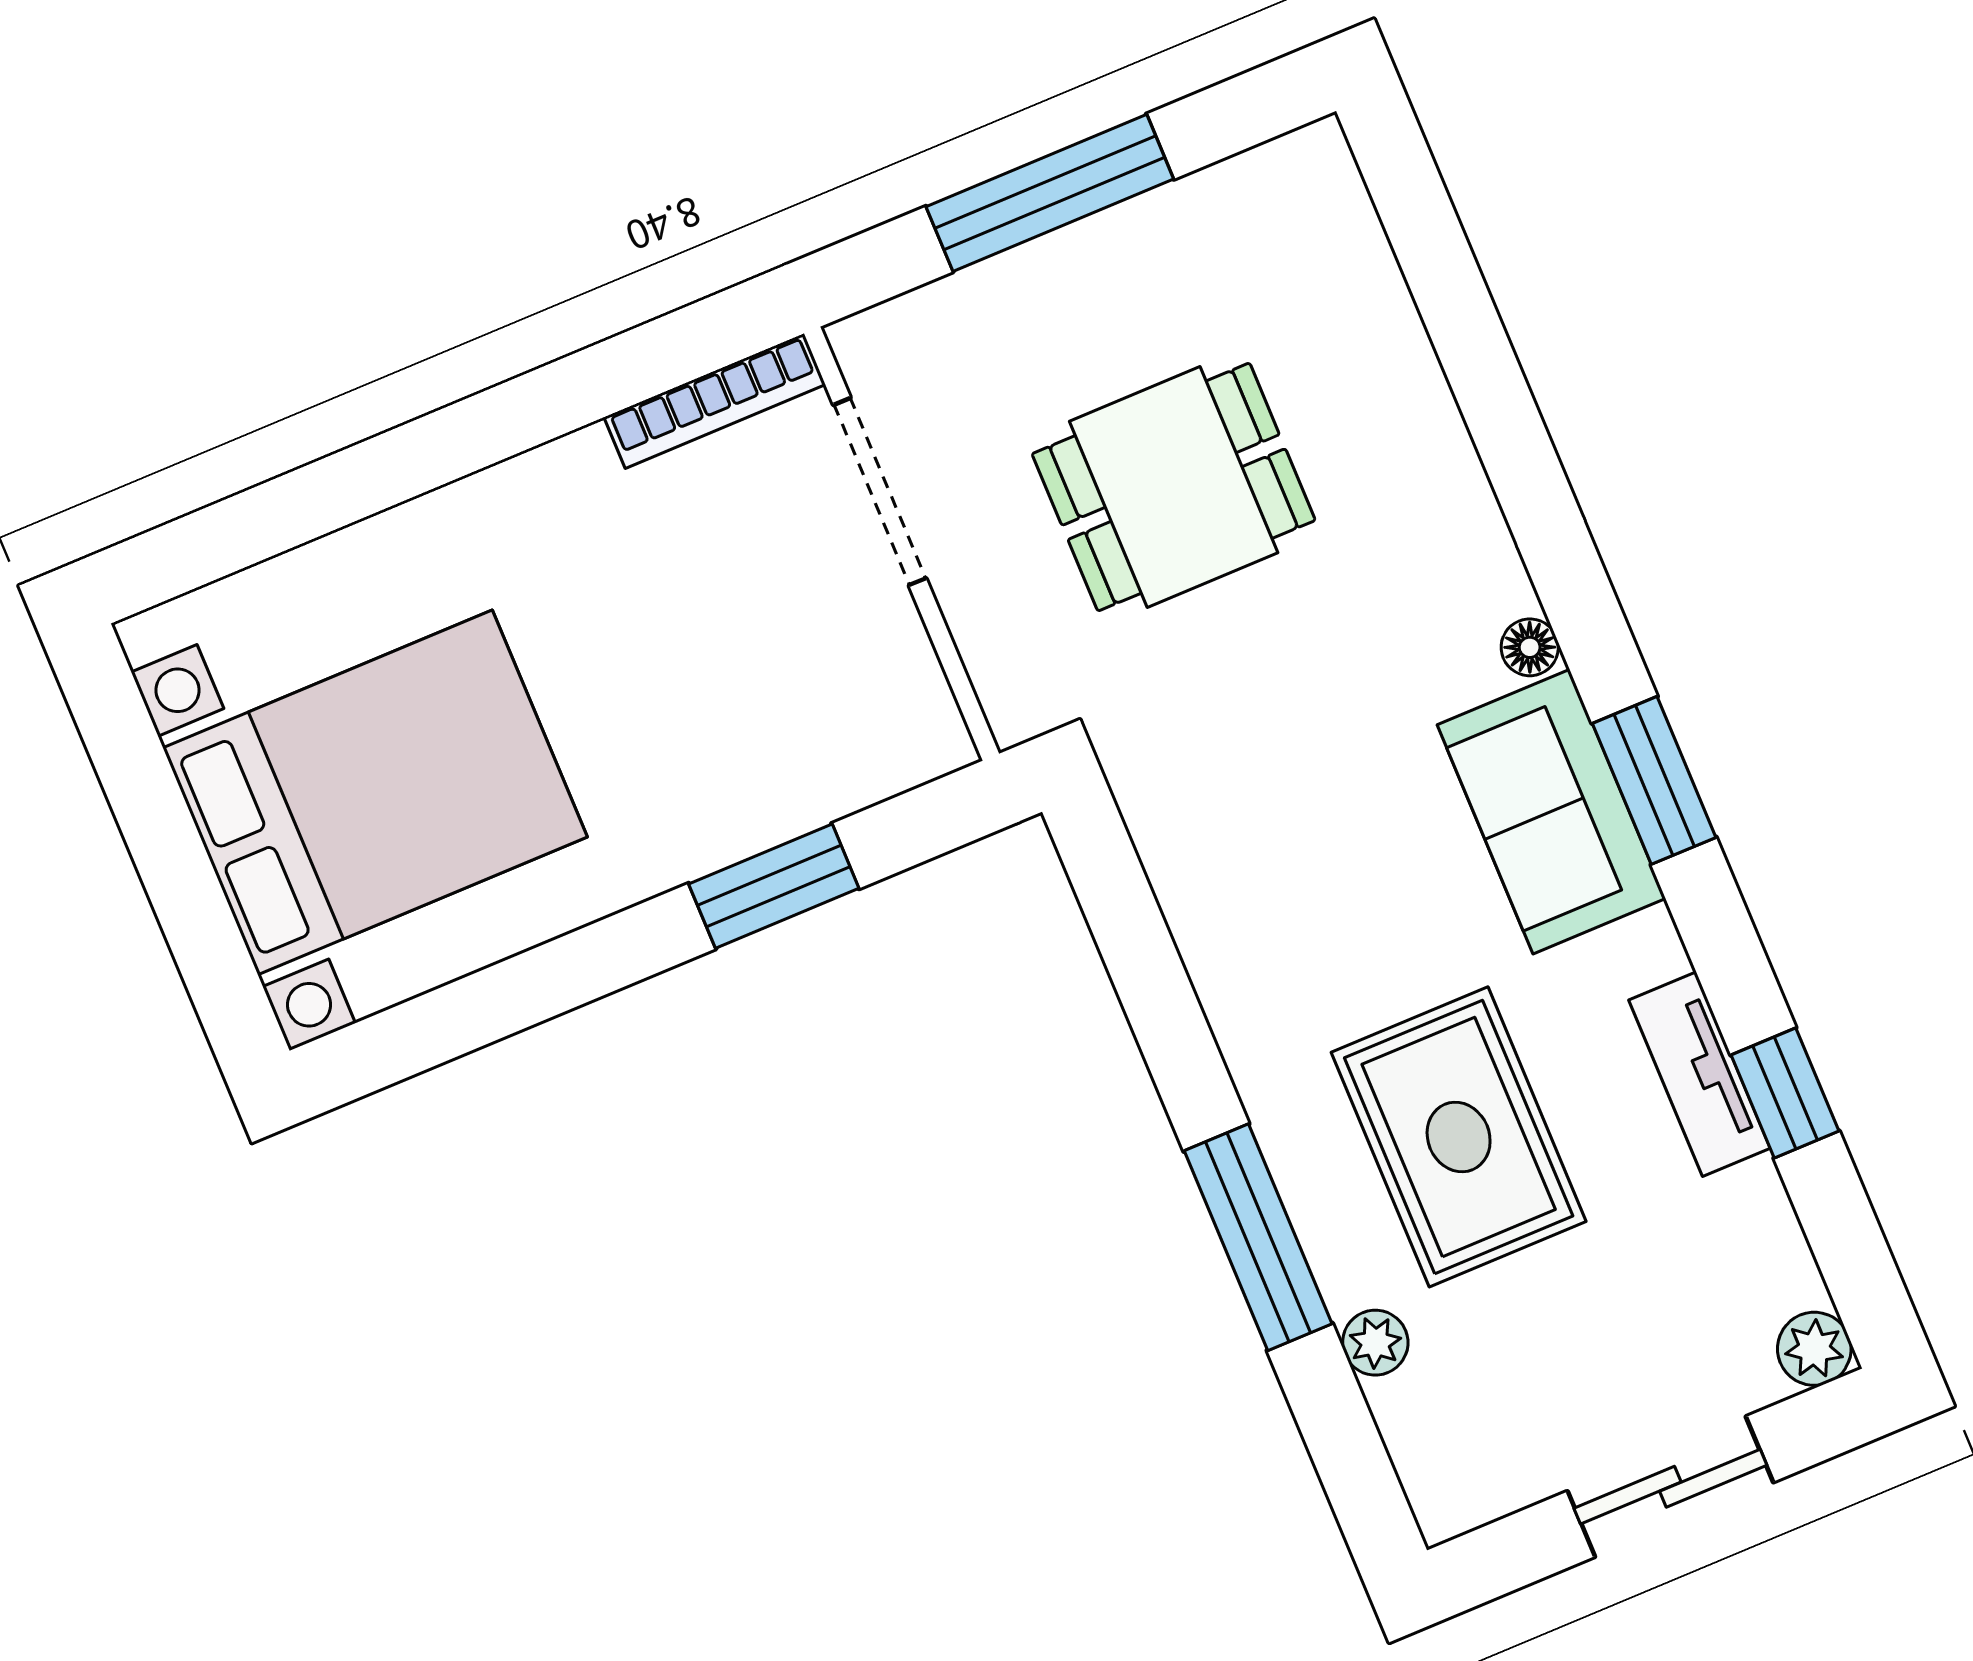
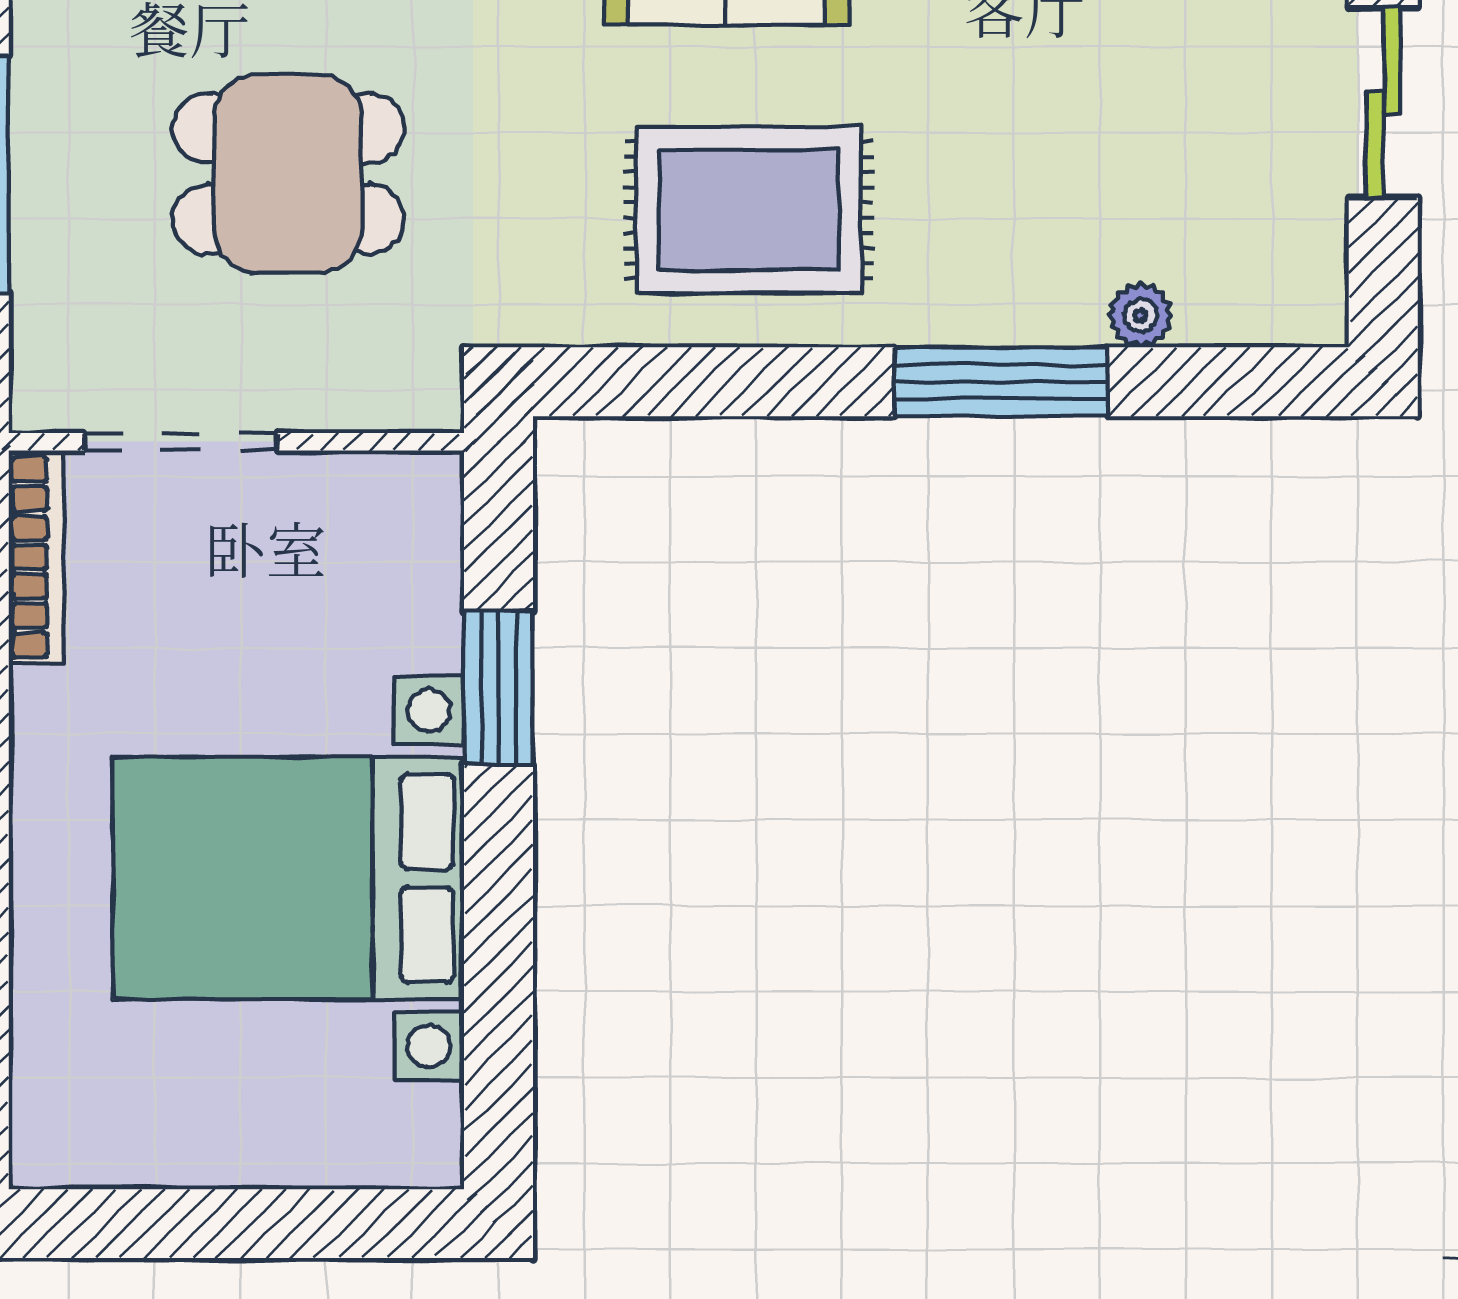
dining table: (1174, 487) -> (288, 174), turned 90
bed with nightstands: (375, 792) -> (289, 878), moved, turned -90
rug: (1459, 1137) -> (749, 210), moved

